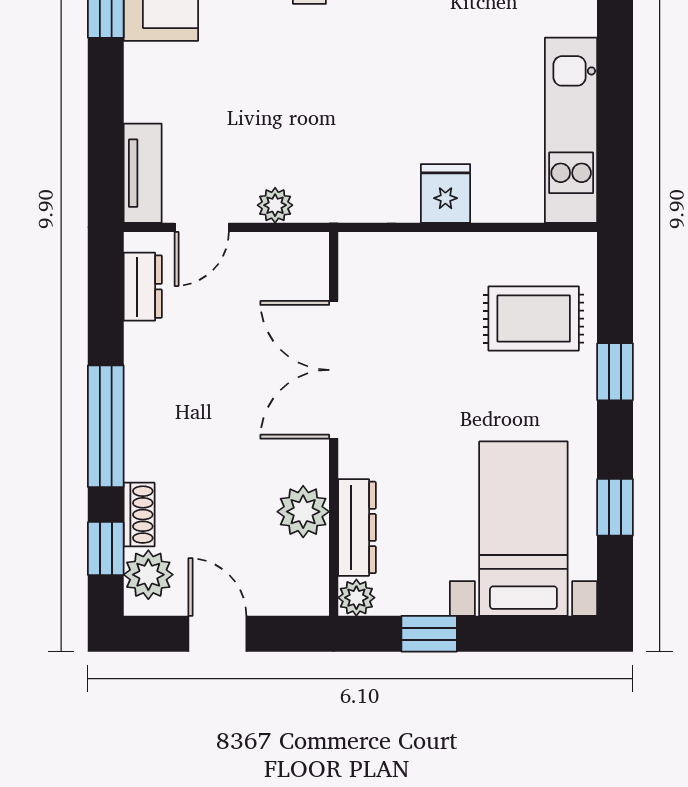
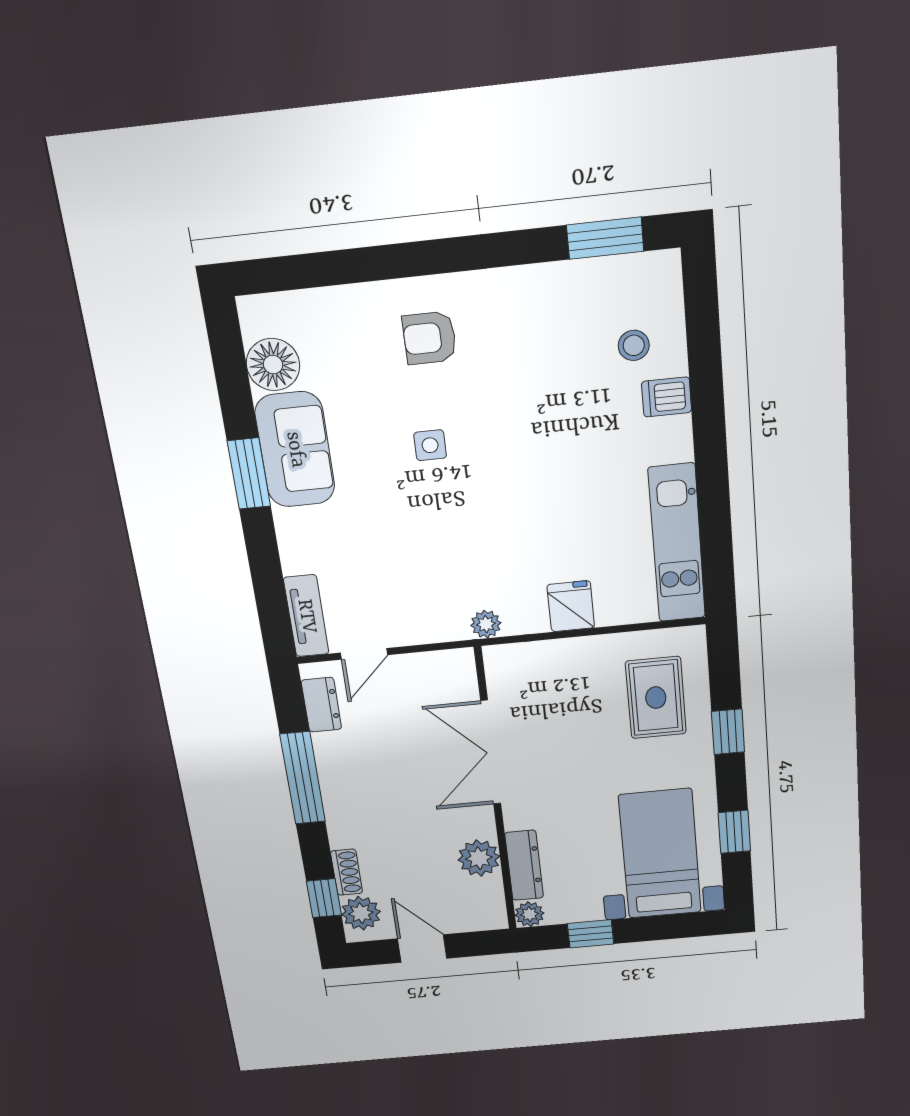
plant: (275, 205) -> (486, 624), moved
rug: (534, 319) -> (656, 698), turned 90
window: (106, 426) -> (303, 778), moved

